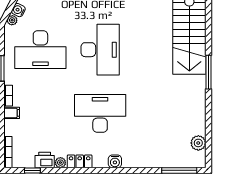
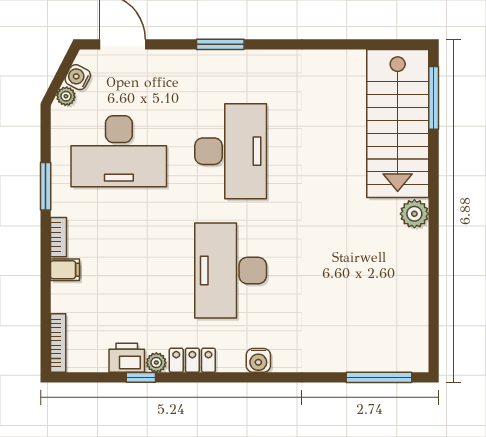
window: (209, 72) -> (434, 98), moved
desk: (100, 113) -> (231, 271), turned -90
plant: (198, 143) -> (414, 214), moved
window: (32, 170) -> (141, 377), moved

